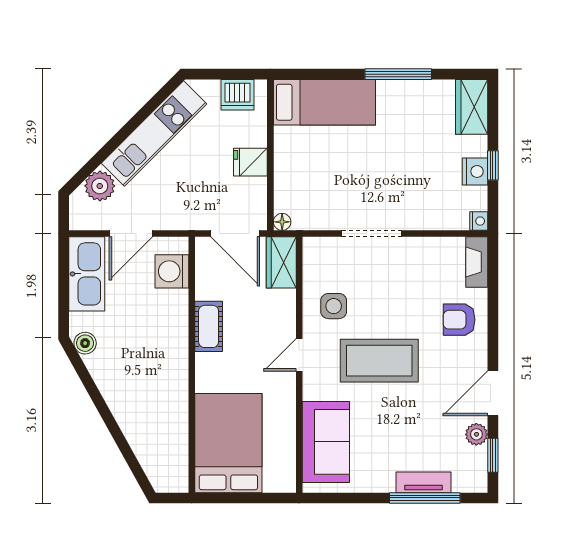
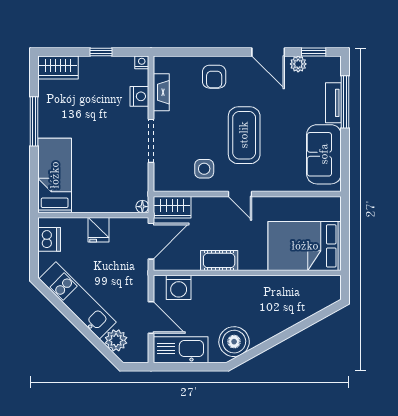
nightstand: (475, 171) -> (139, 96), moved, turned 90
fireplace: (477, 262) -> (161, 92), moved, turned -90
boiler: (85, 343) -> (234, 342), width x1.86, depth x1.86
sofa: (326, 442) -> (324, 154), moved, turned -90

